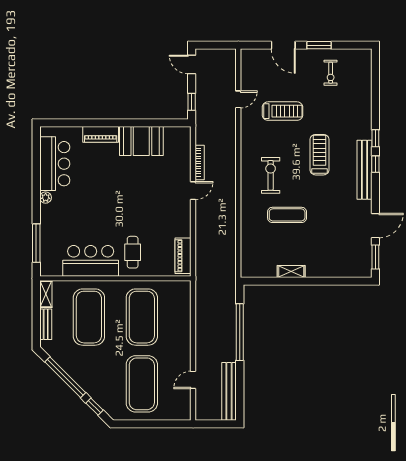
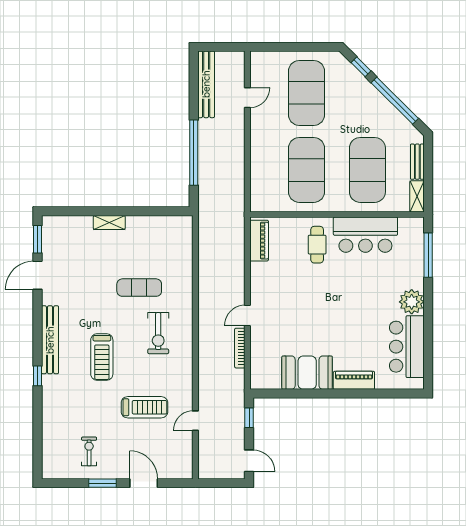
treadmill: (282, 111) -> (144, 407), turned 180
window: (375, 164) -> (37, 346), removed
plant: (46, 198) -> (412, 302), width x1.87, depth x1.87
shelving: (291, 271) -> (109, 222), moved

